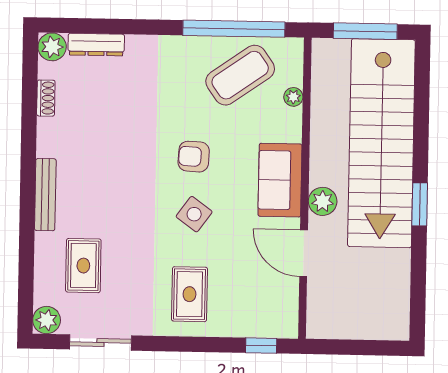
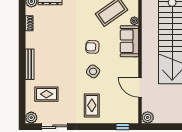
sofa: (280, 180) -> (129, 41), moved
plant: (323, 201) -> (148, 117), moved
rug: (83, 266) -> (46, 94), turned 90

